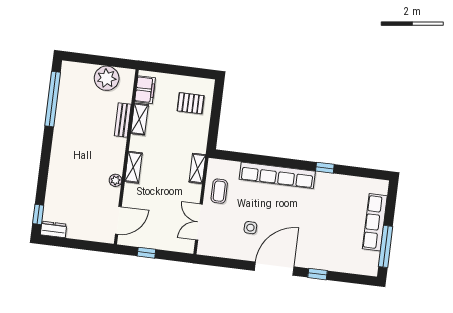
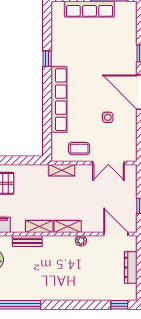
shelving: (139, 119) -> (39, 226), moved
dresser: (54, 229) -> (131, 267), moved, width x1.44

